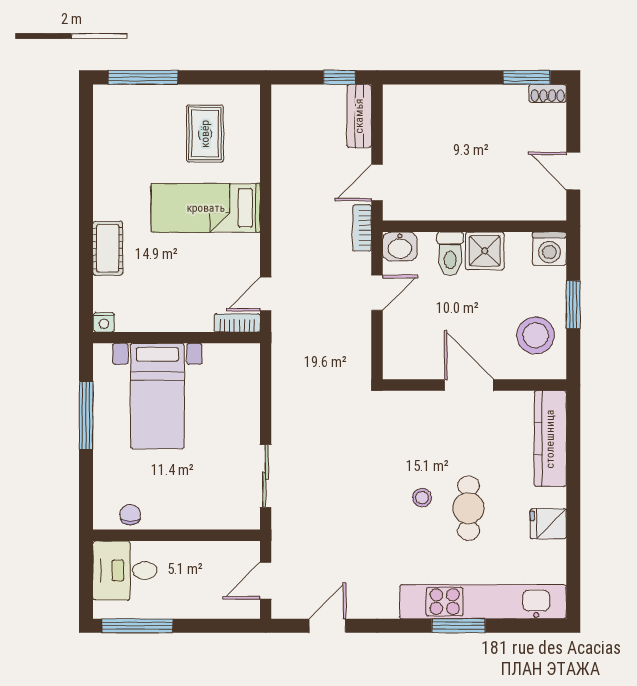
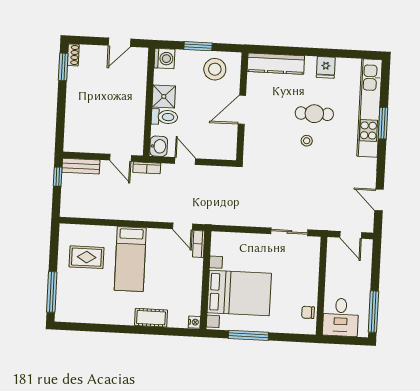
bed with nightstands: (157, 396) -> (239, 293), width x1.36

